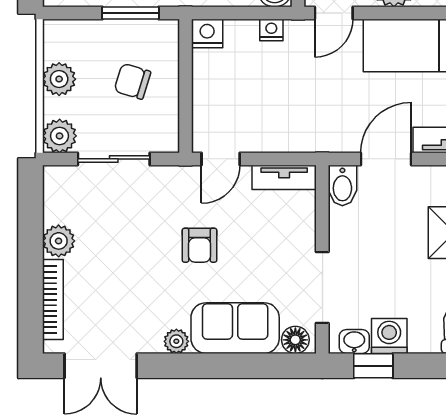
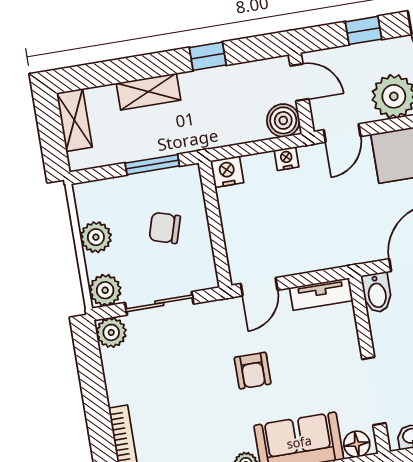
plant: (59, 241) -> (111, 332), moved

